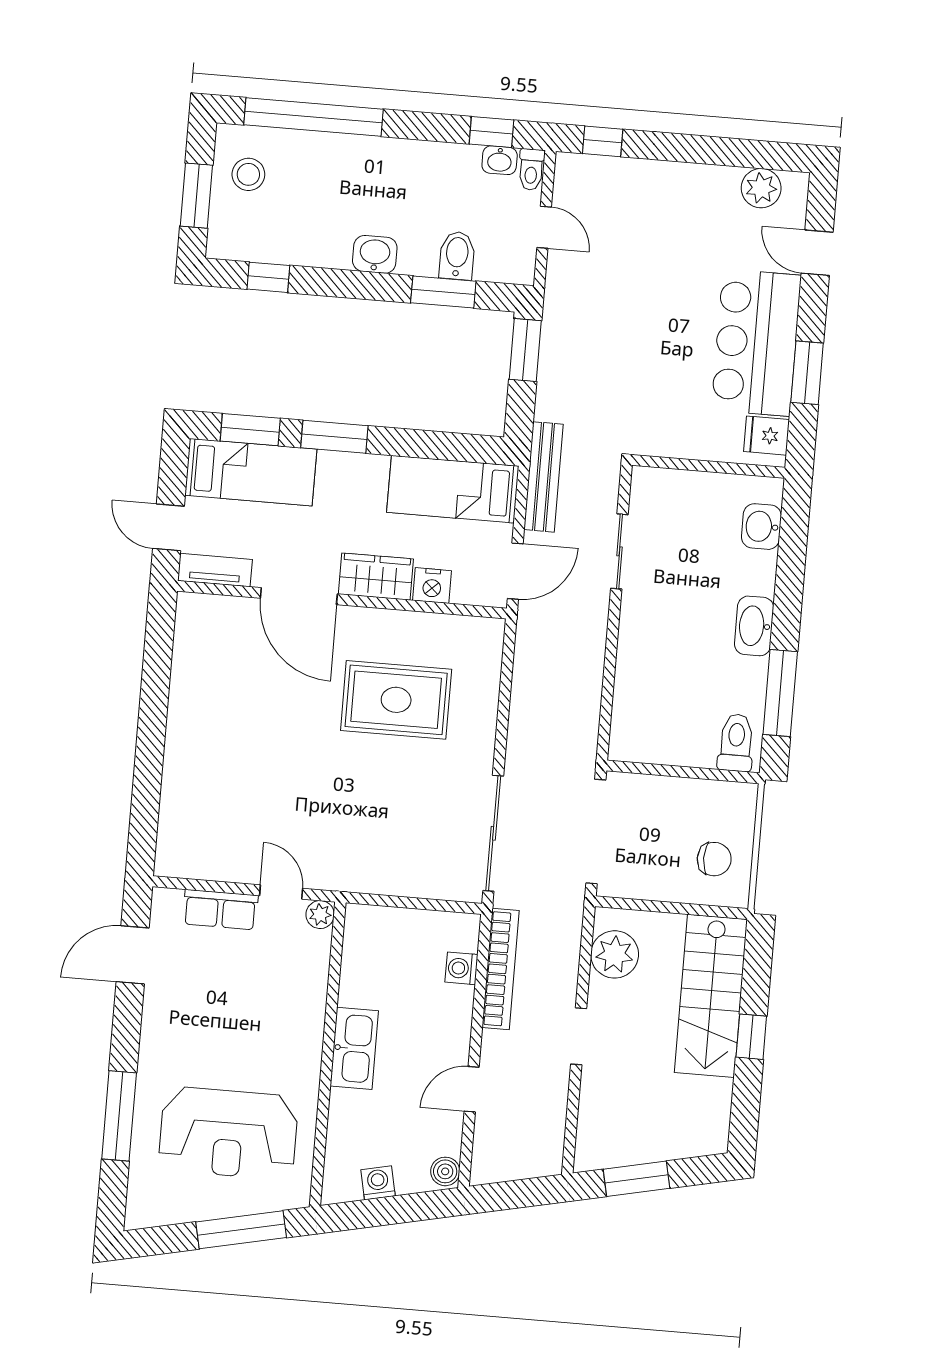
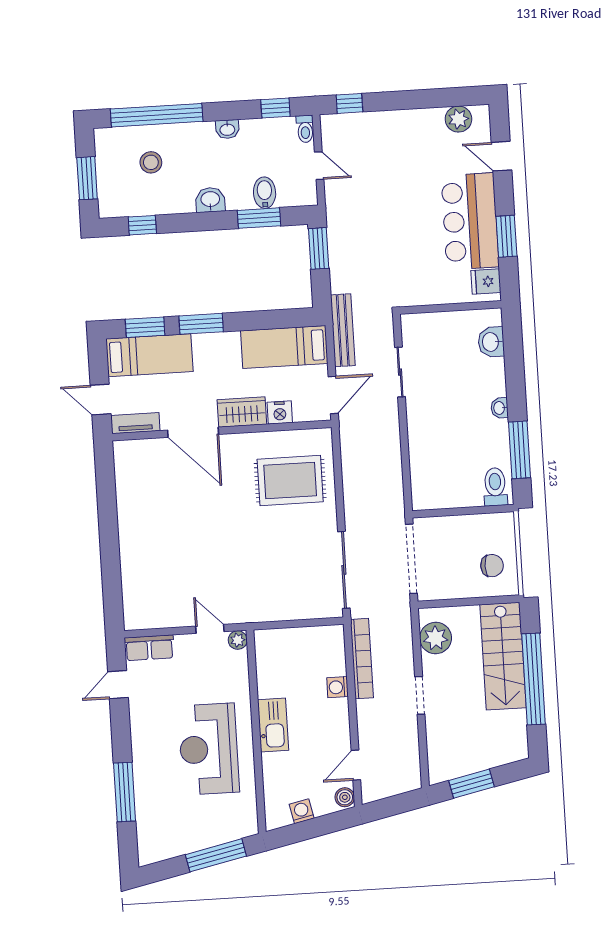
washbasin: (500, 160) -> (227, 129), moved
stool: (248, 174) -> (151, 162), moved
washbasin: (754, 626) -> (500, 408), width x0.52, depth x0.69
rug: (396, 700) -> (290, 480), moved
row of seats: (220, 910) -> (149, 648), moved
door: (133, 955) -> (118, 685), width x0.73
washing machine: (461, 968) -> (338, 687), moved
window: (751, 1037) -> (534, 679), width x3.17
door: (472, 1089) -> (356, 765), moved
reception desk: (228, 1133) -> (209, 749), moved, turned 90

